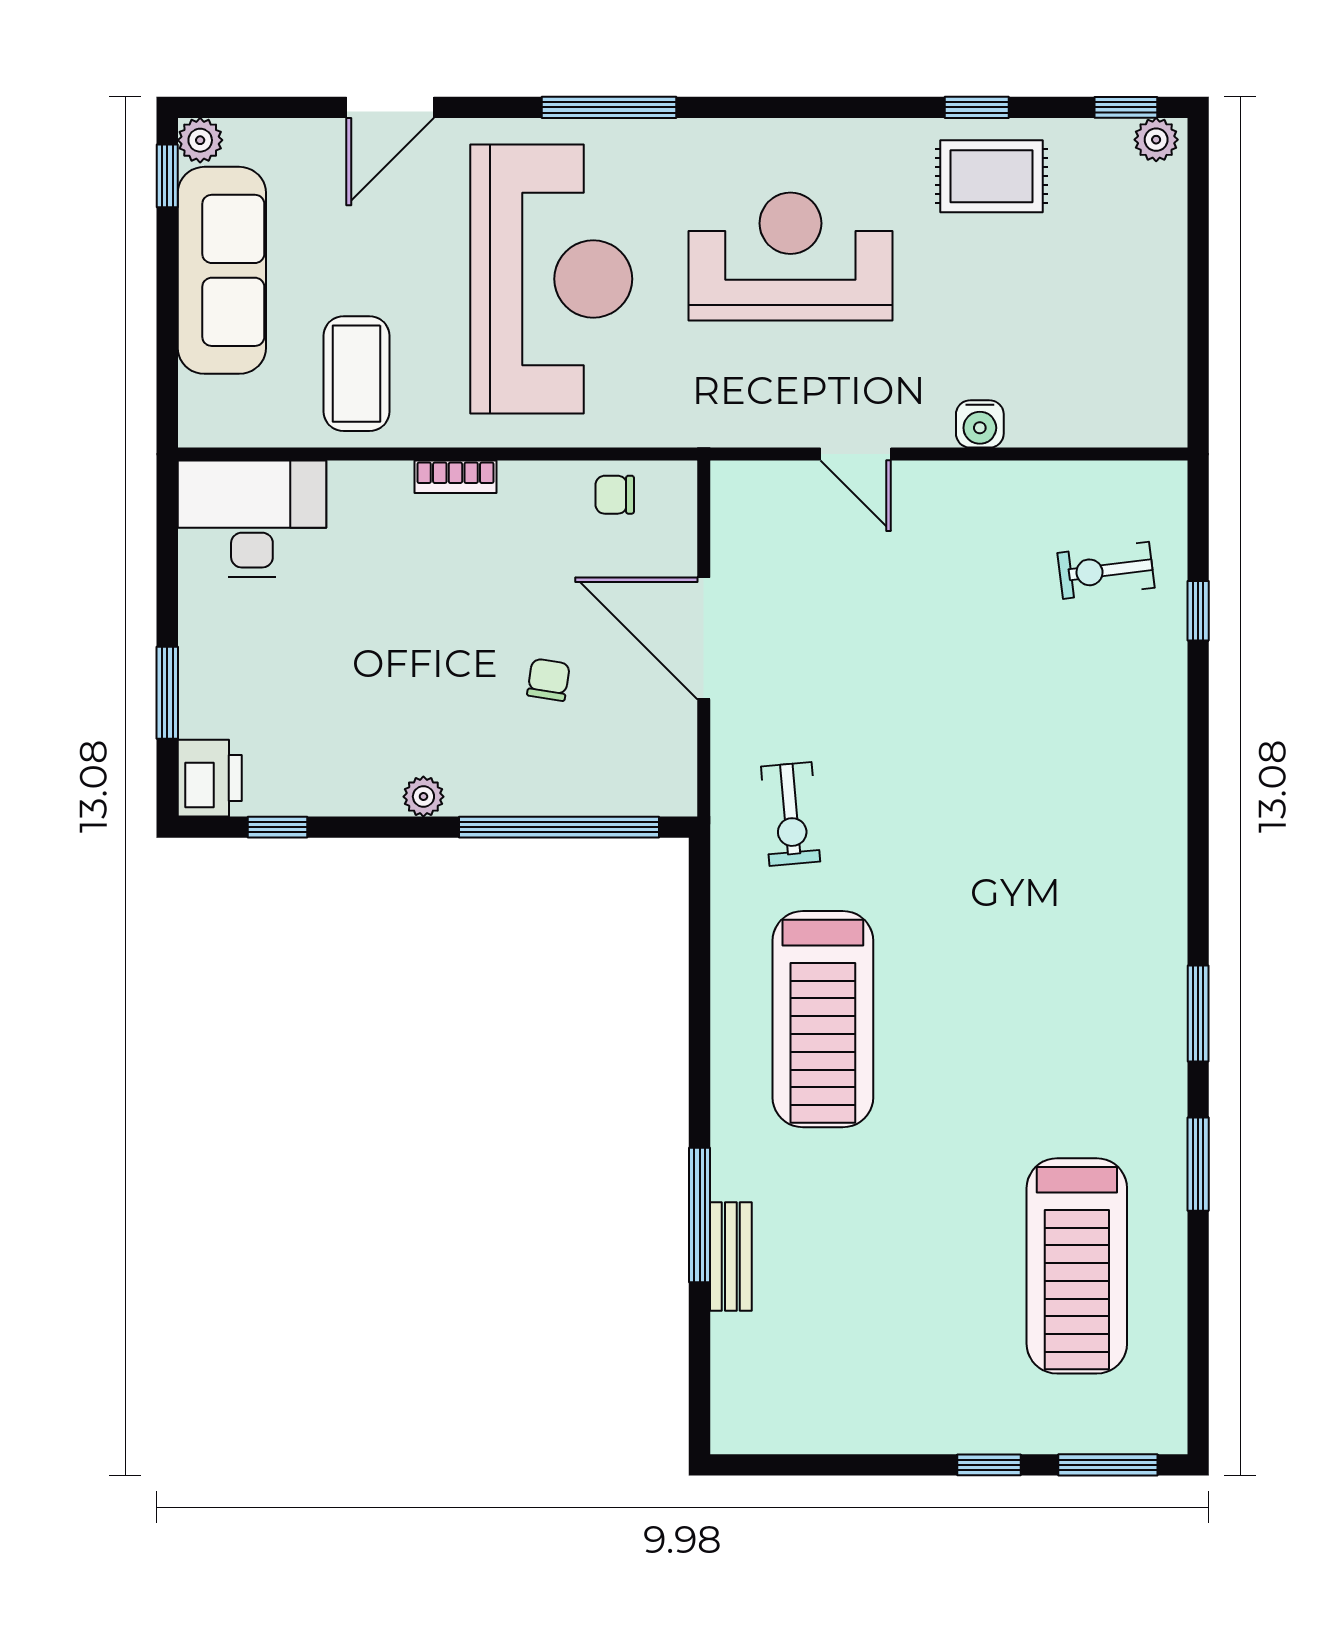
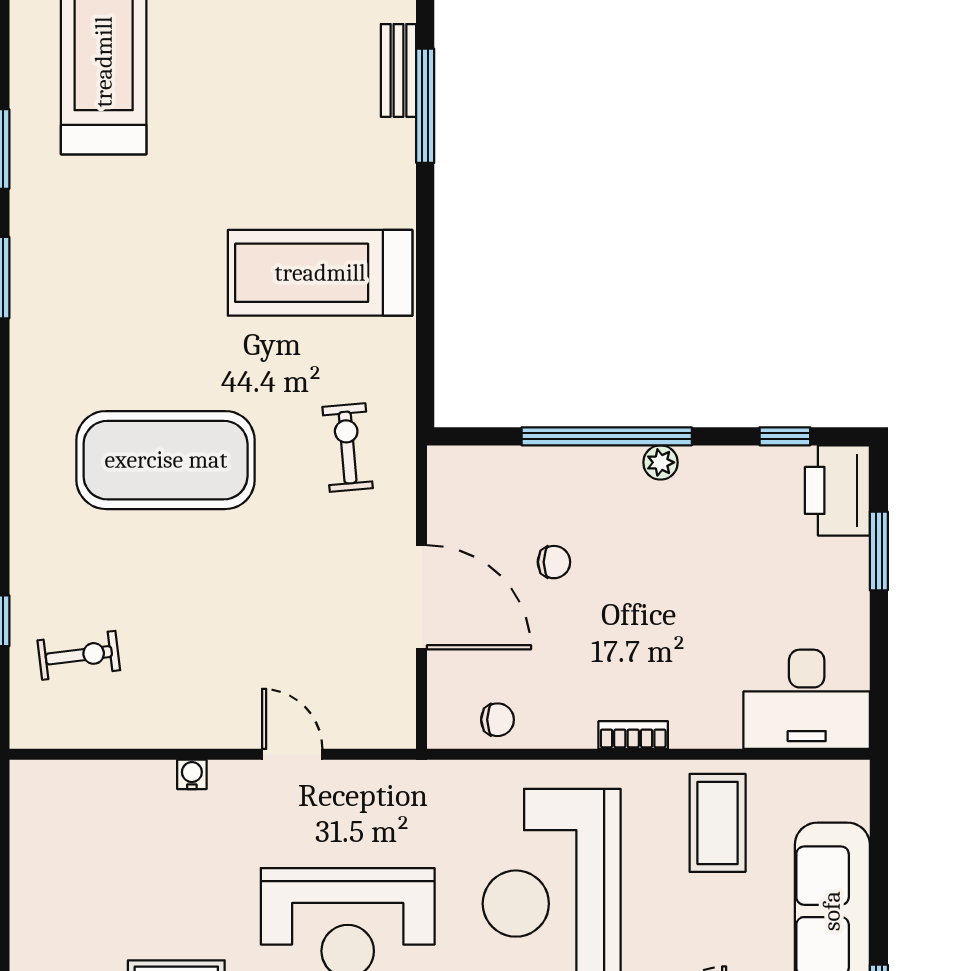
water cooler: (980, 424) -> (192, 774), width x0.72, depth x0.72
chair: (548, 680) -> (554, 562), turned -99
printer: (210, 778) -> (837, 490), width x1.37, depth x1.19
exercise mat: (1004, 799) -> (166, 460), added
window: (559, 827) -> (607, 436), moved
treadmill: (823, 1019) -> (320, 273), turned -90

